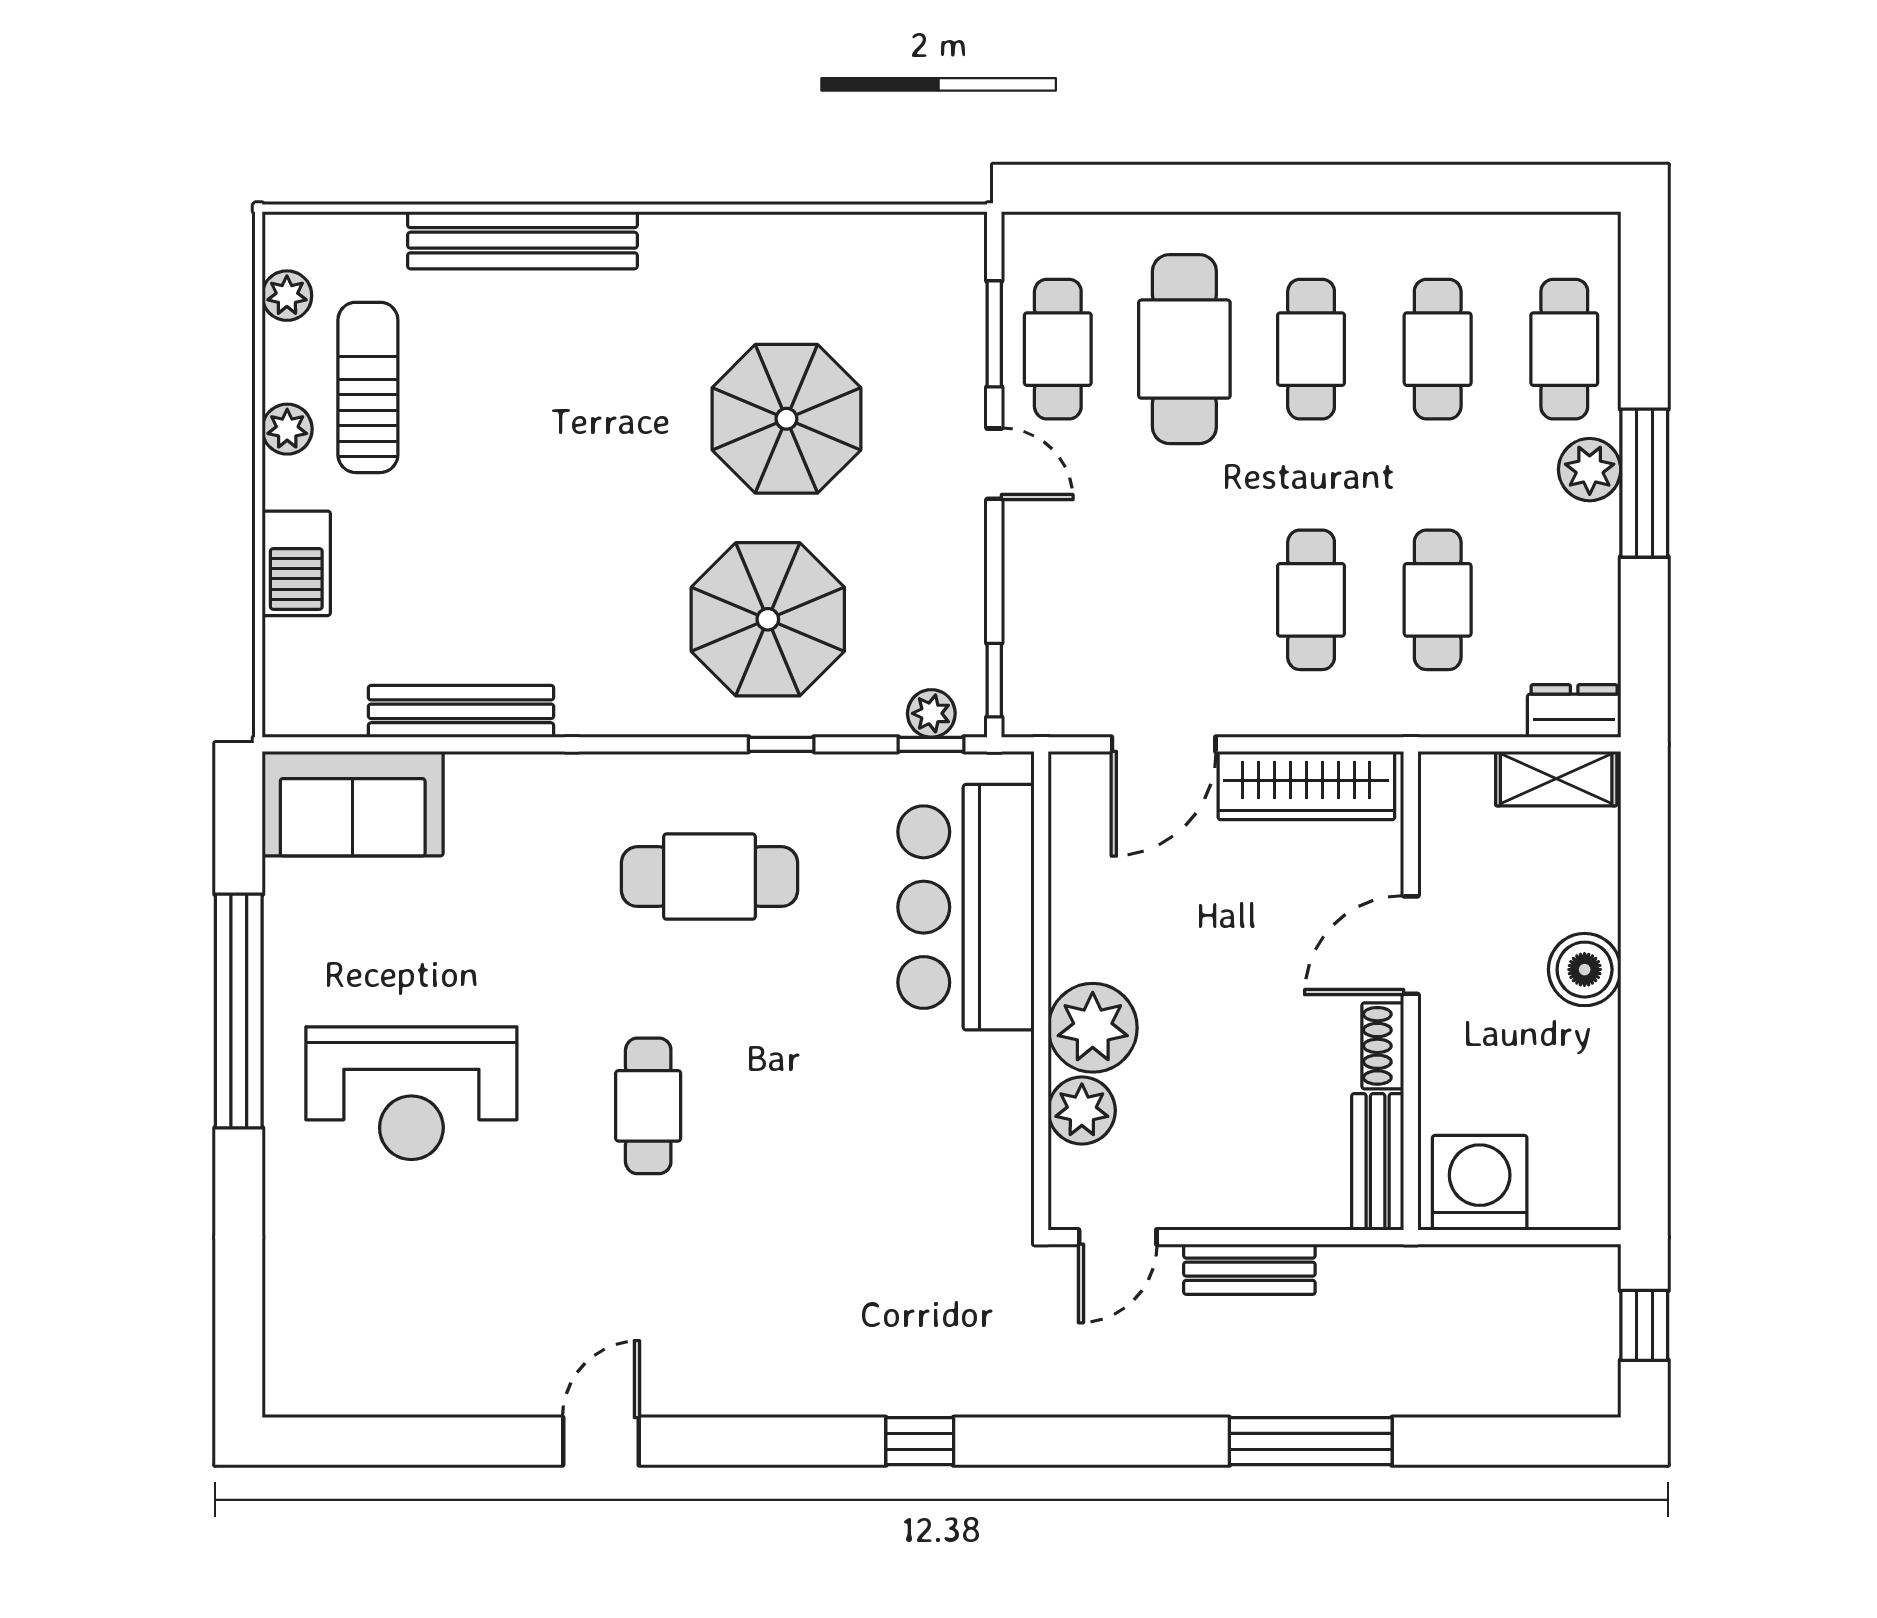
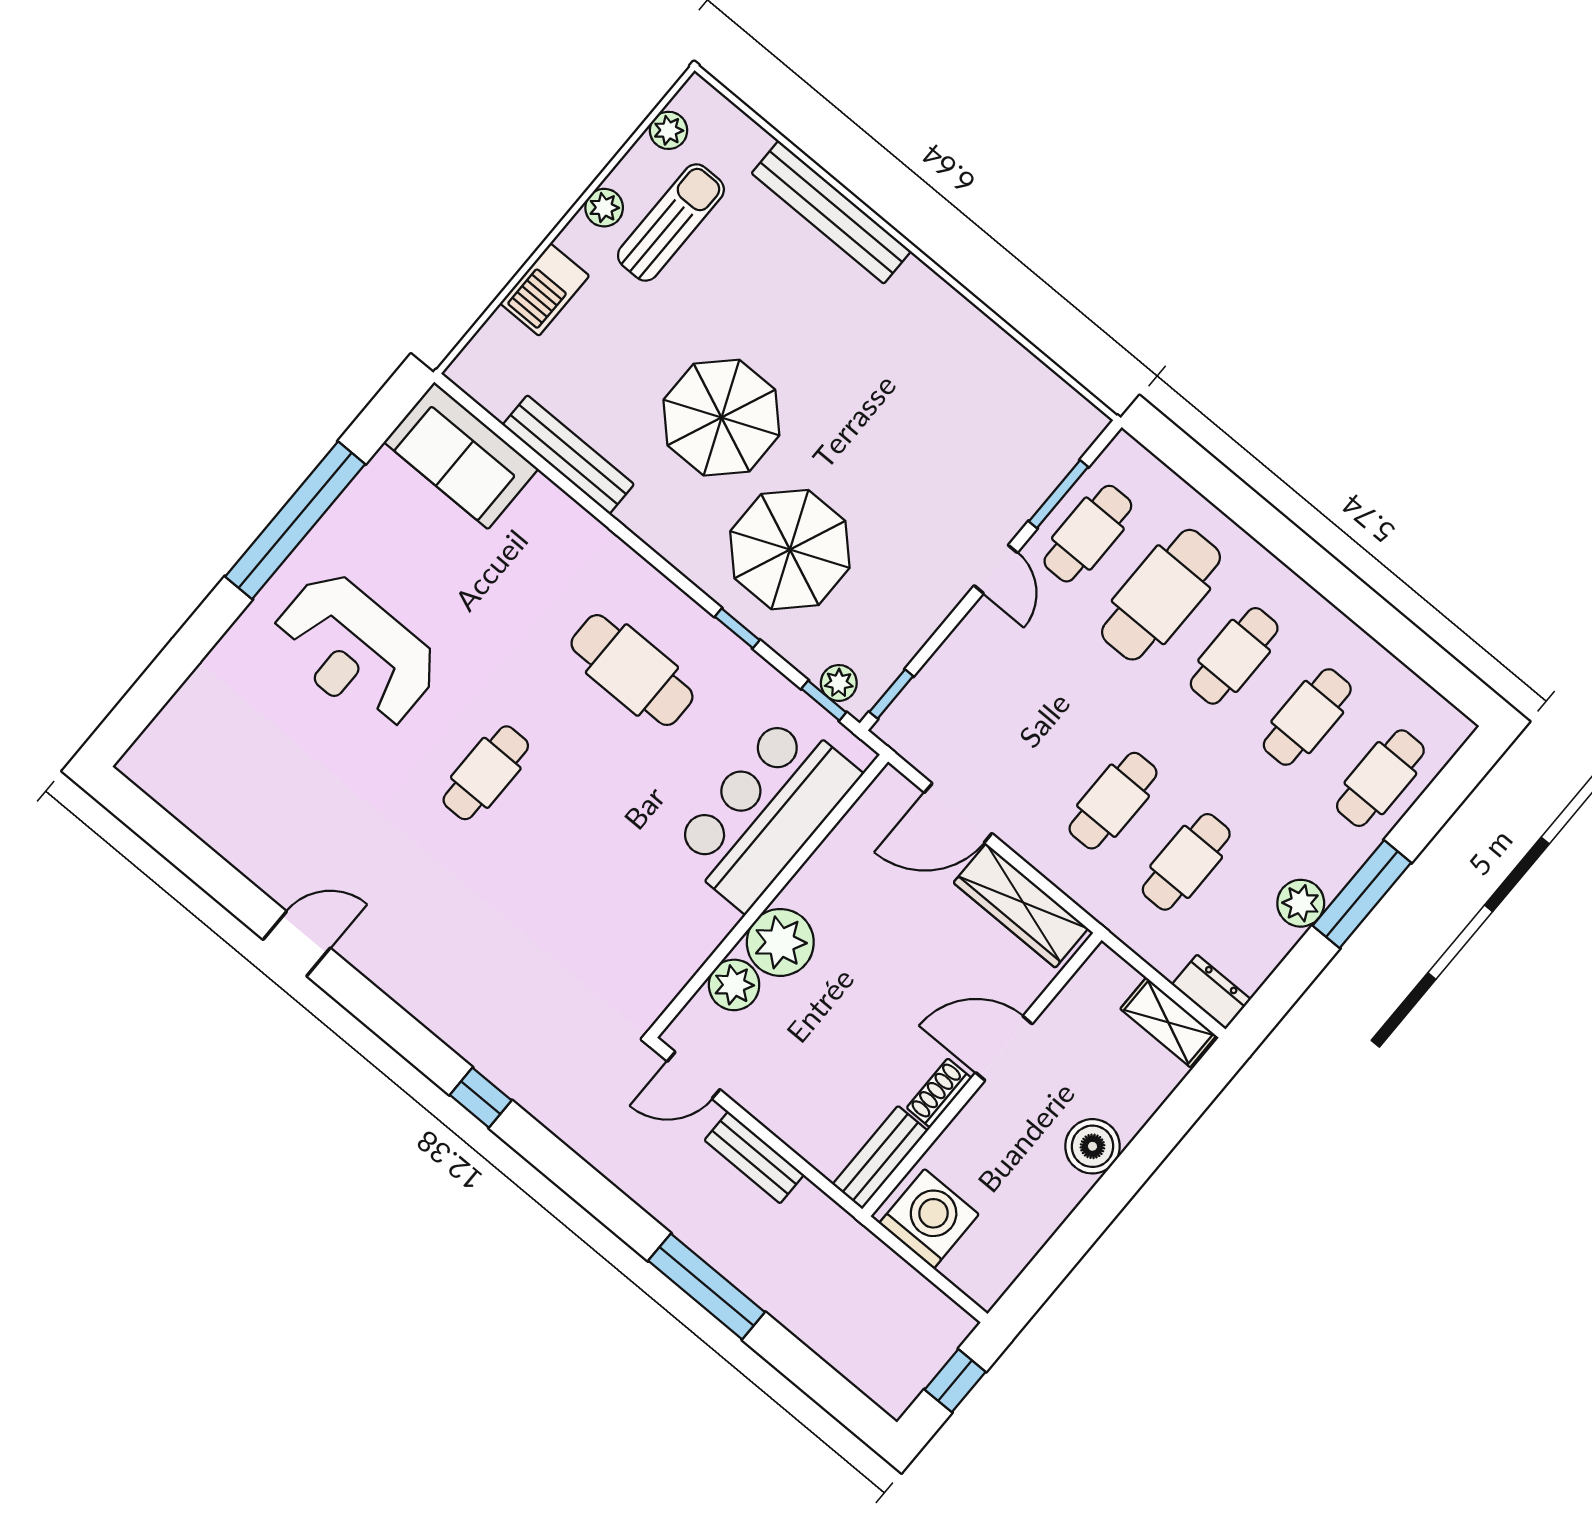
parasol: (786, 419) -> (721, 418), moved
plant: (1590, 470) -> (1301, 903), moved

